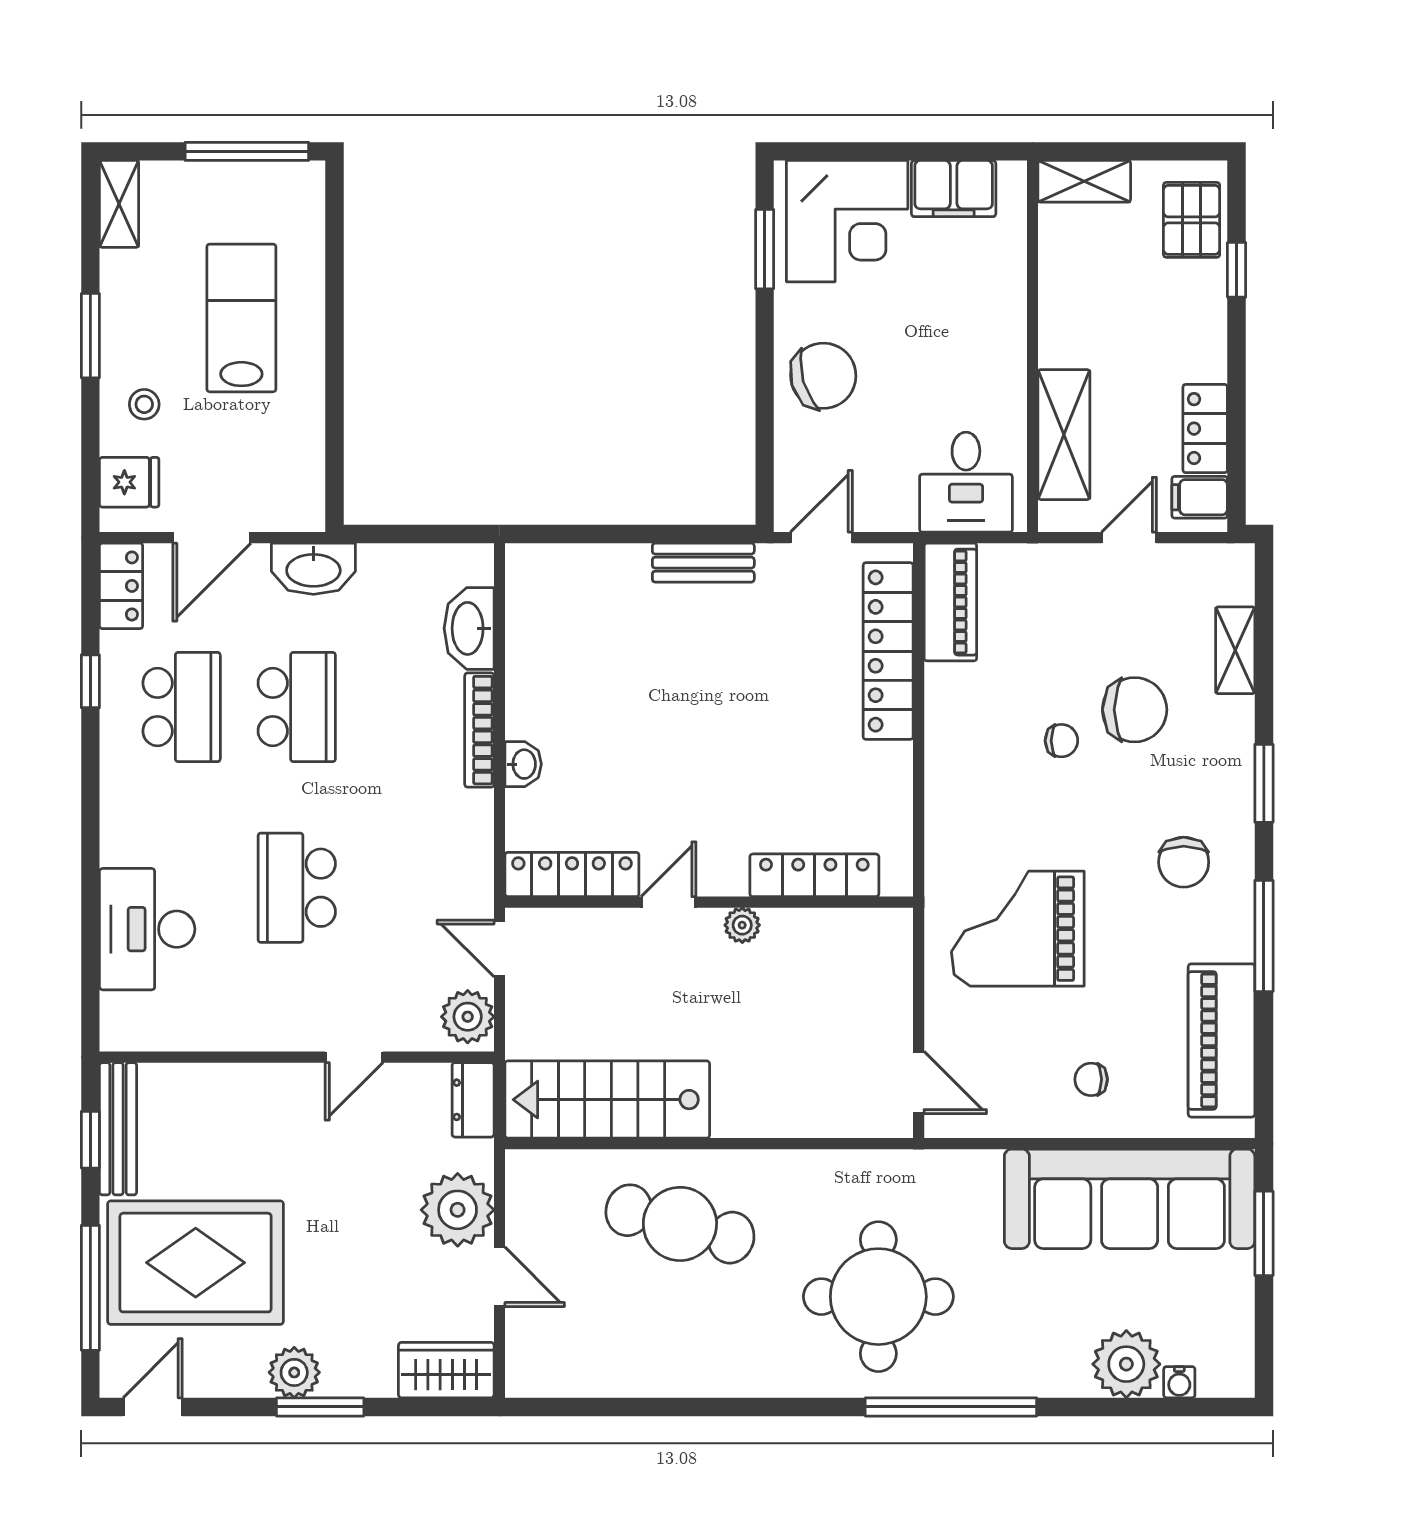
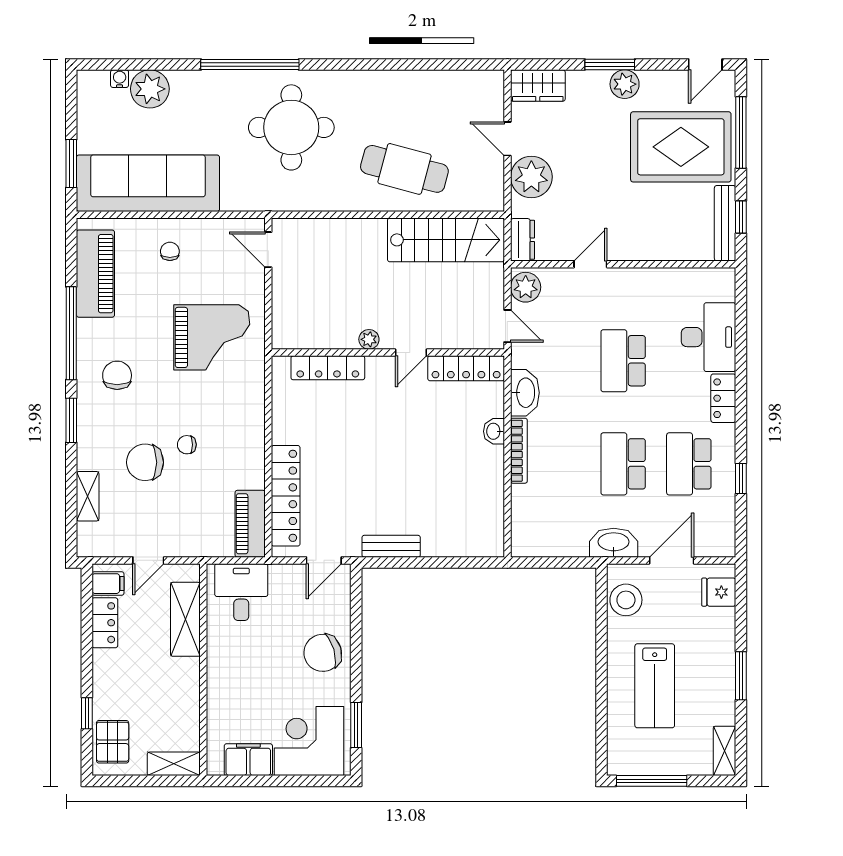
stool: (144, 404) -> (626, 600), moved, width x1.89, depth x1.89
locker: (121, 586) -> (723, 398), moved
washbasin: (469, 628) -> (525, 393), moved
school desk: (297, 888) -> (623, 361), turned 180
window: (1264, 936) -> (71, 333), width x1.46
chair: (1091, 1079) -> (170, 251), turned -90

